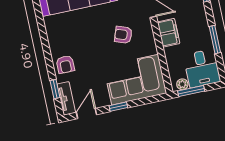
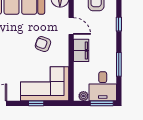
window: (191, 91) -> (102, 103), moved
window: (118, 107) -> (36, 103), moved

